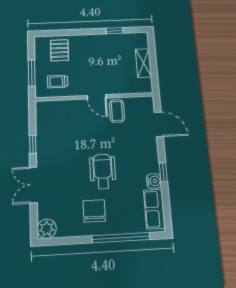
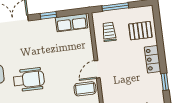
locker: (90, 41) -> (153, 59), added
row of seats: (44, 120) -> (72, 23), added

